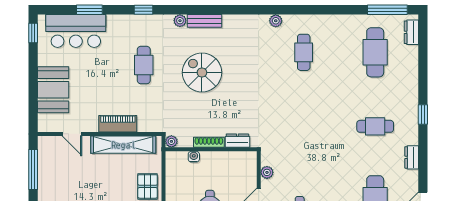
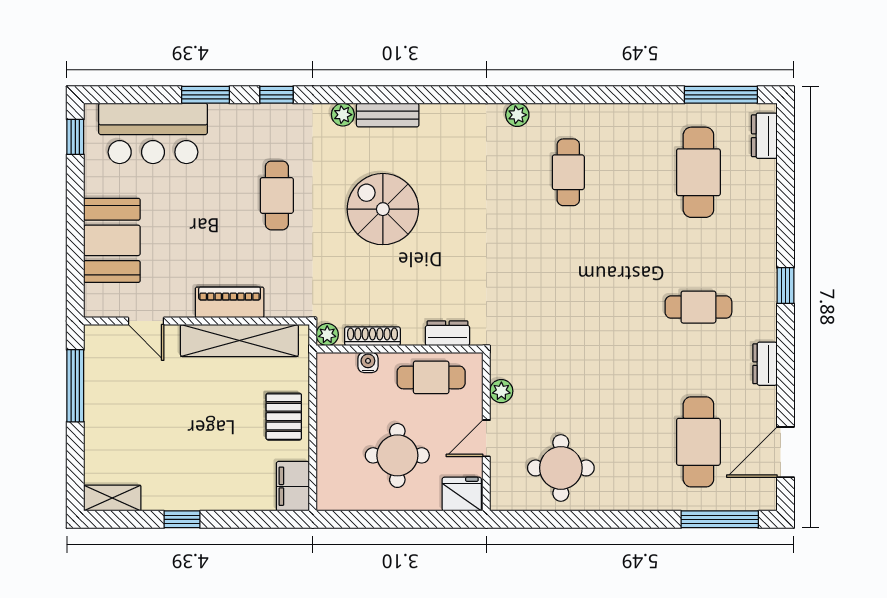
window: (89, 10) -> (206, 95), moved
shoe rack: (209, 142) -> (372, 336), moved
cafe table: (228, 165) -> (431, 377), added

